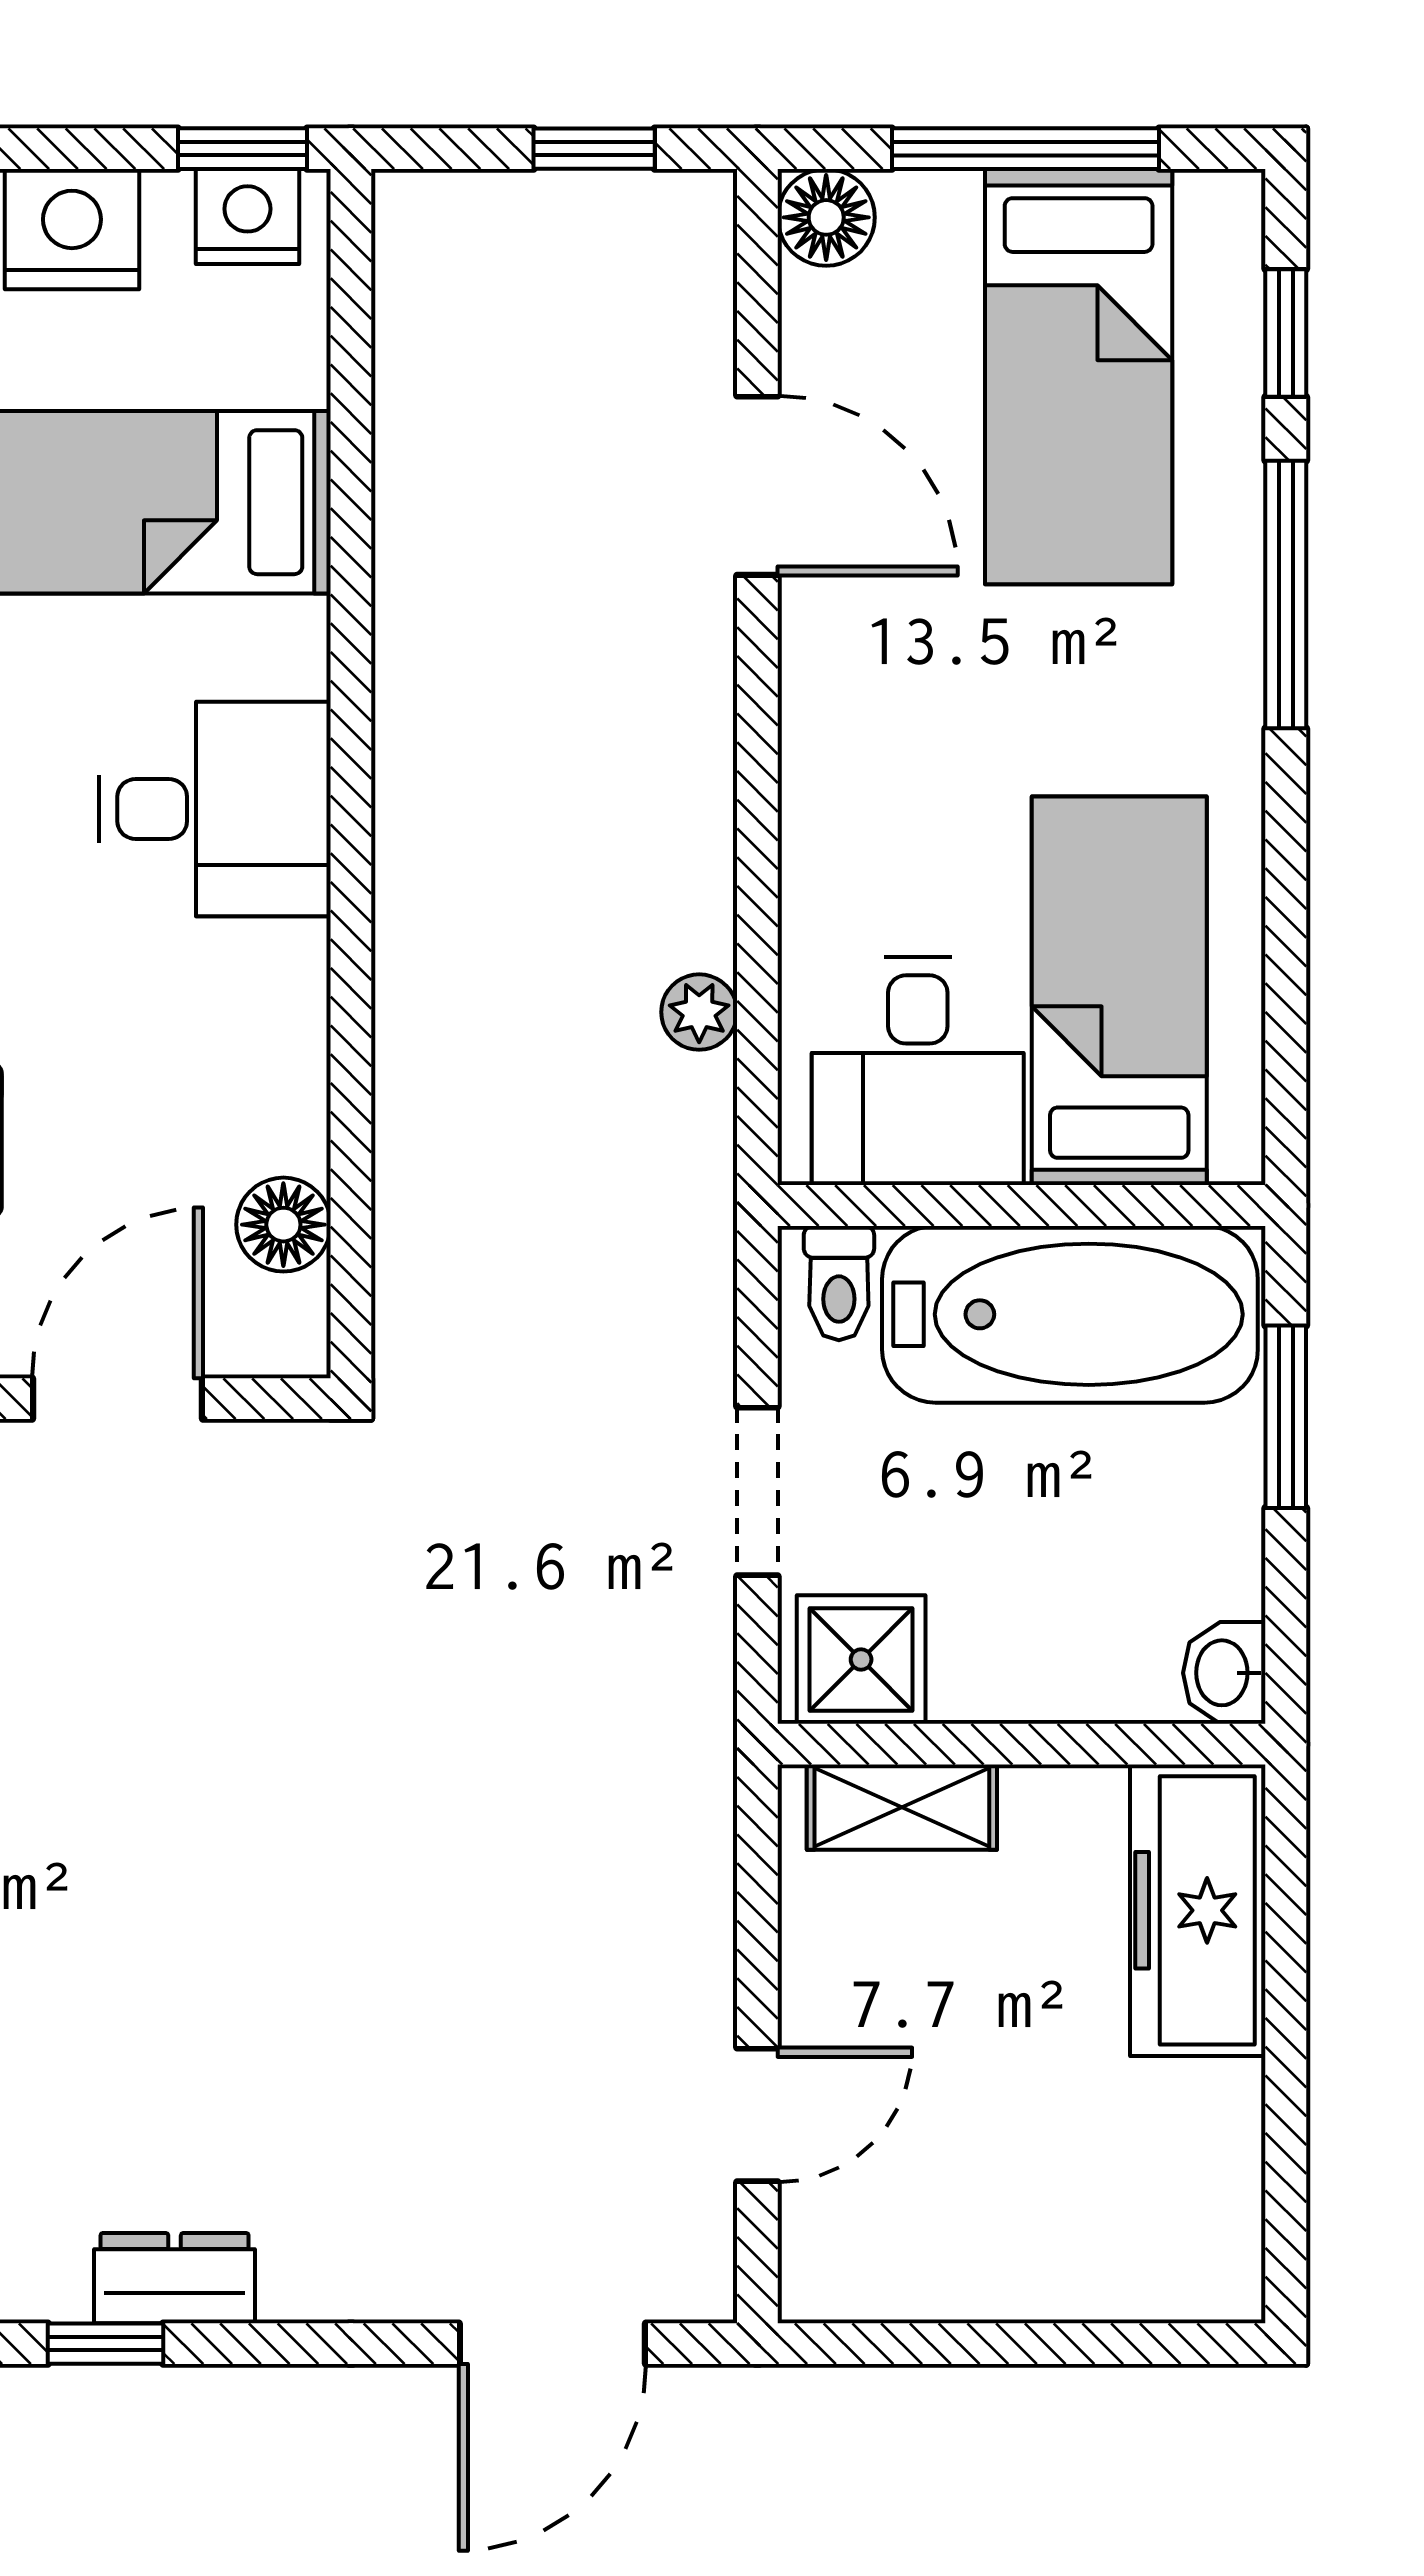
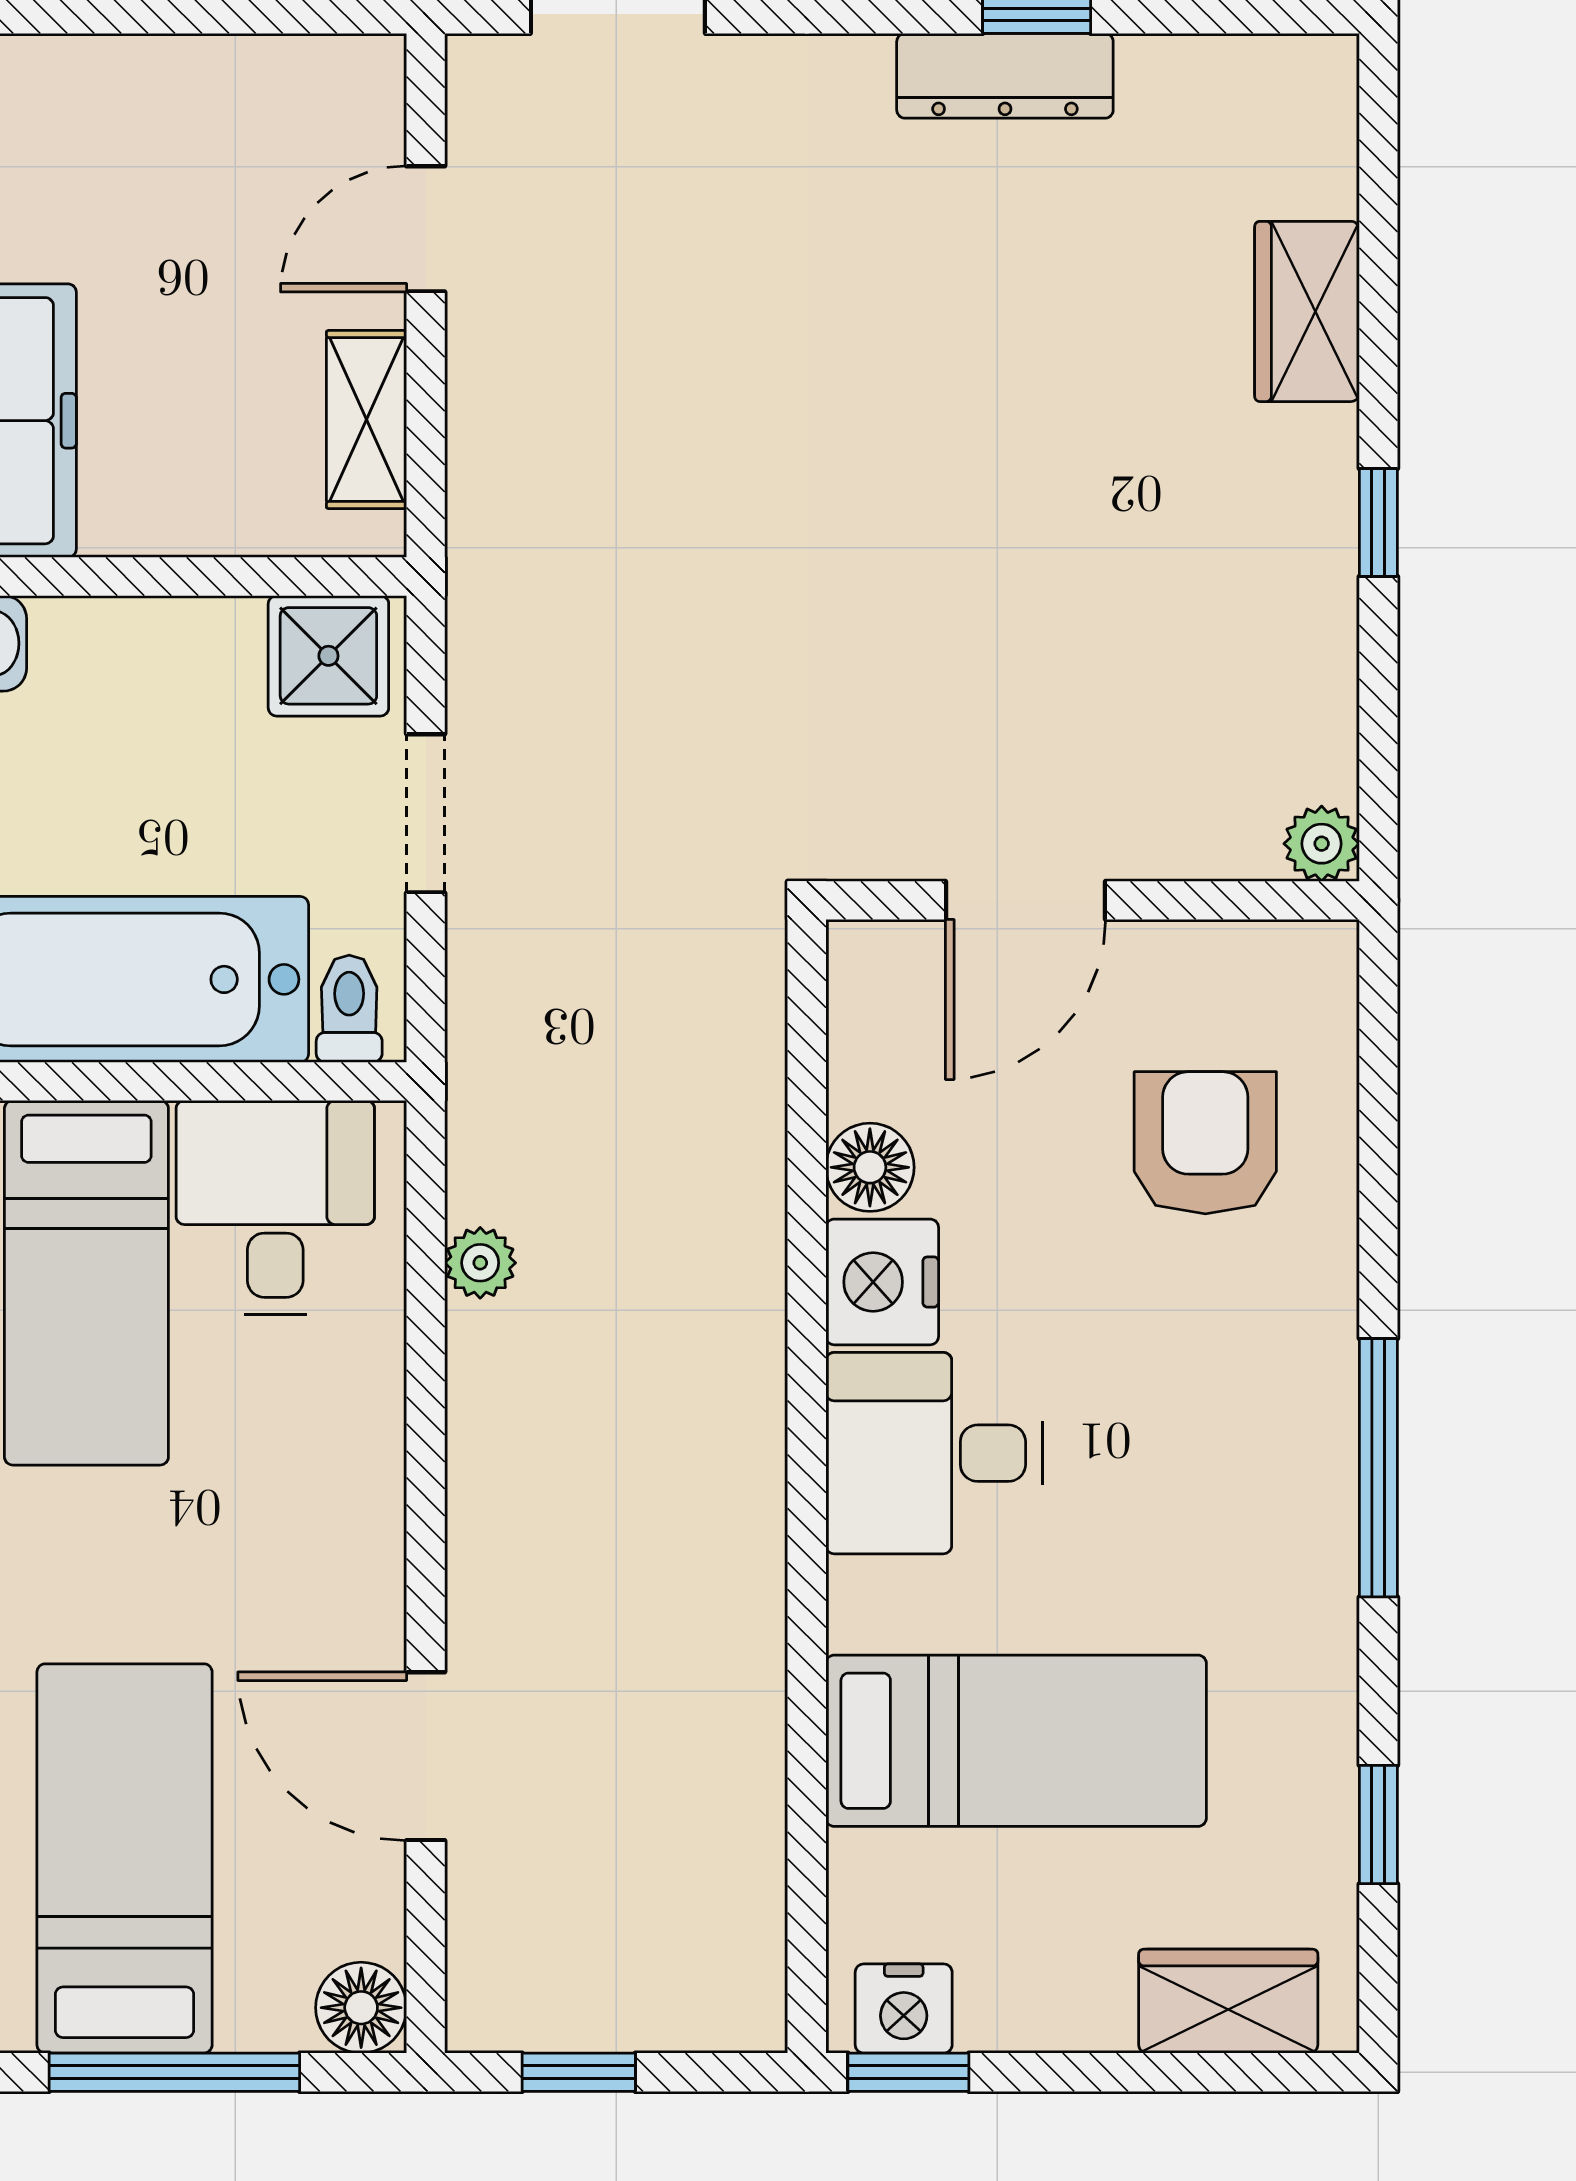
nightstand: (72, 229) -> (882, 1282), moved, turned 90
floor lamp: (283, 1225) -> (870, 1167), moved
shelving: (902, 1807) -> (367, 420), moved, turned 90
dresser: (175, 2278) -> (1005, 76), width x1.44

